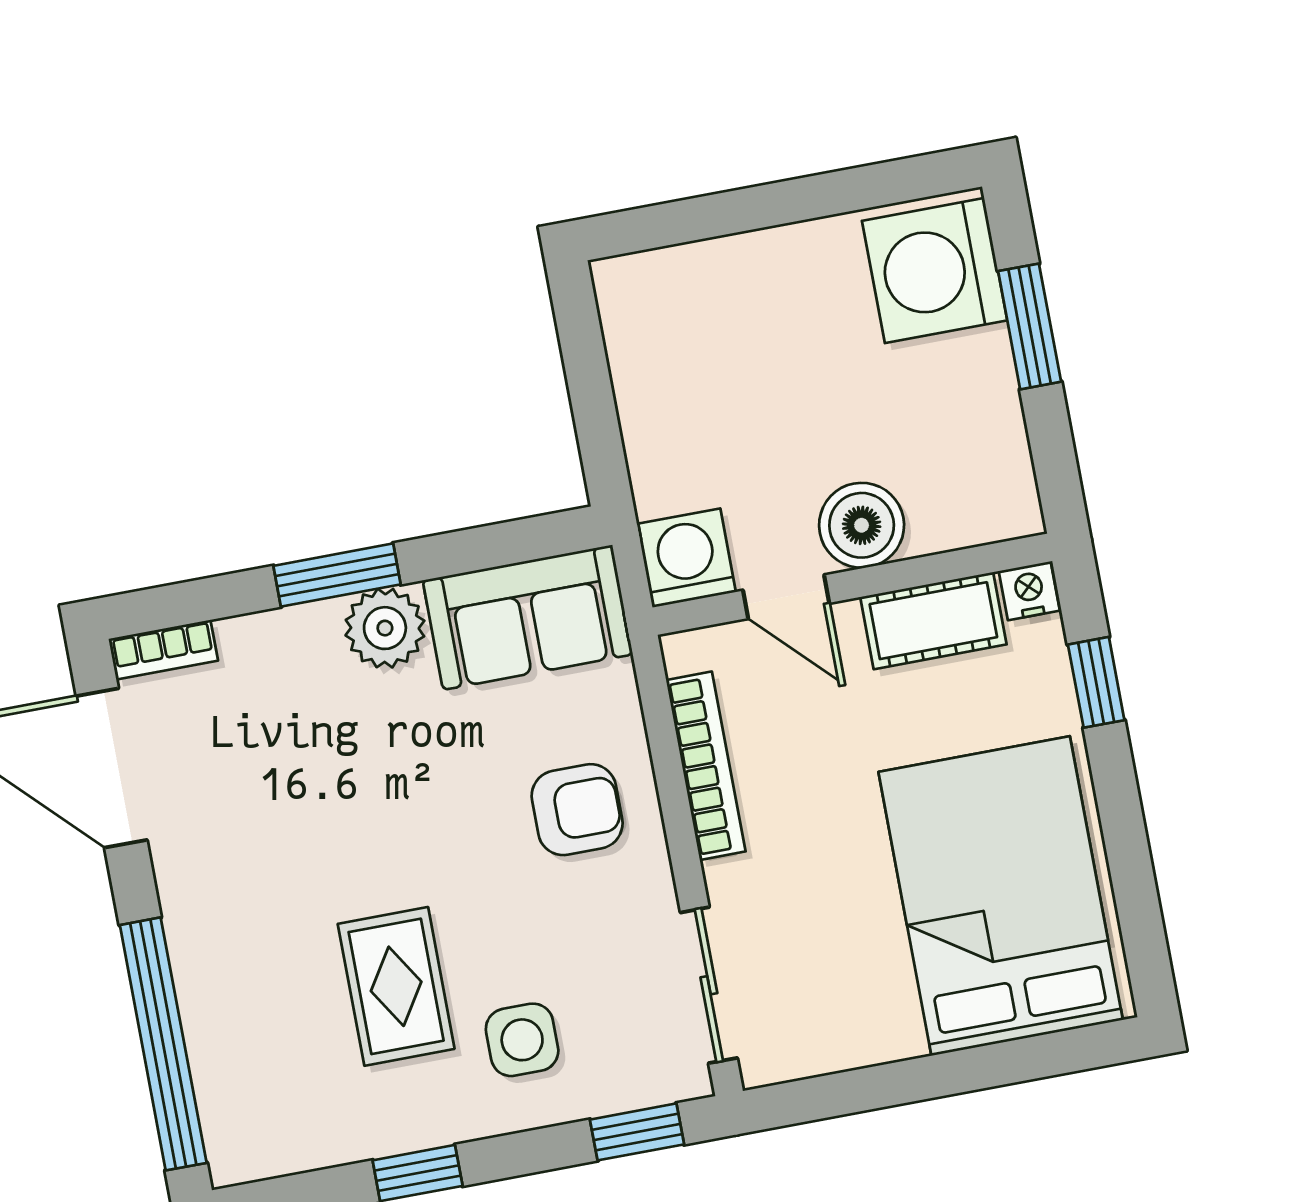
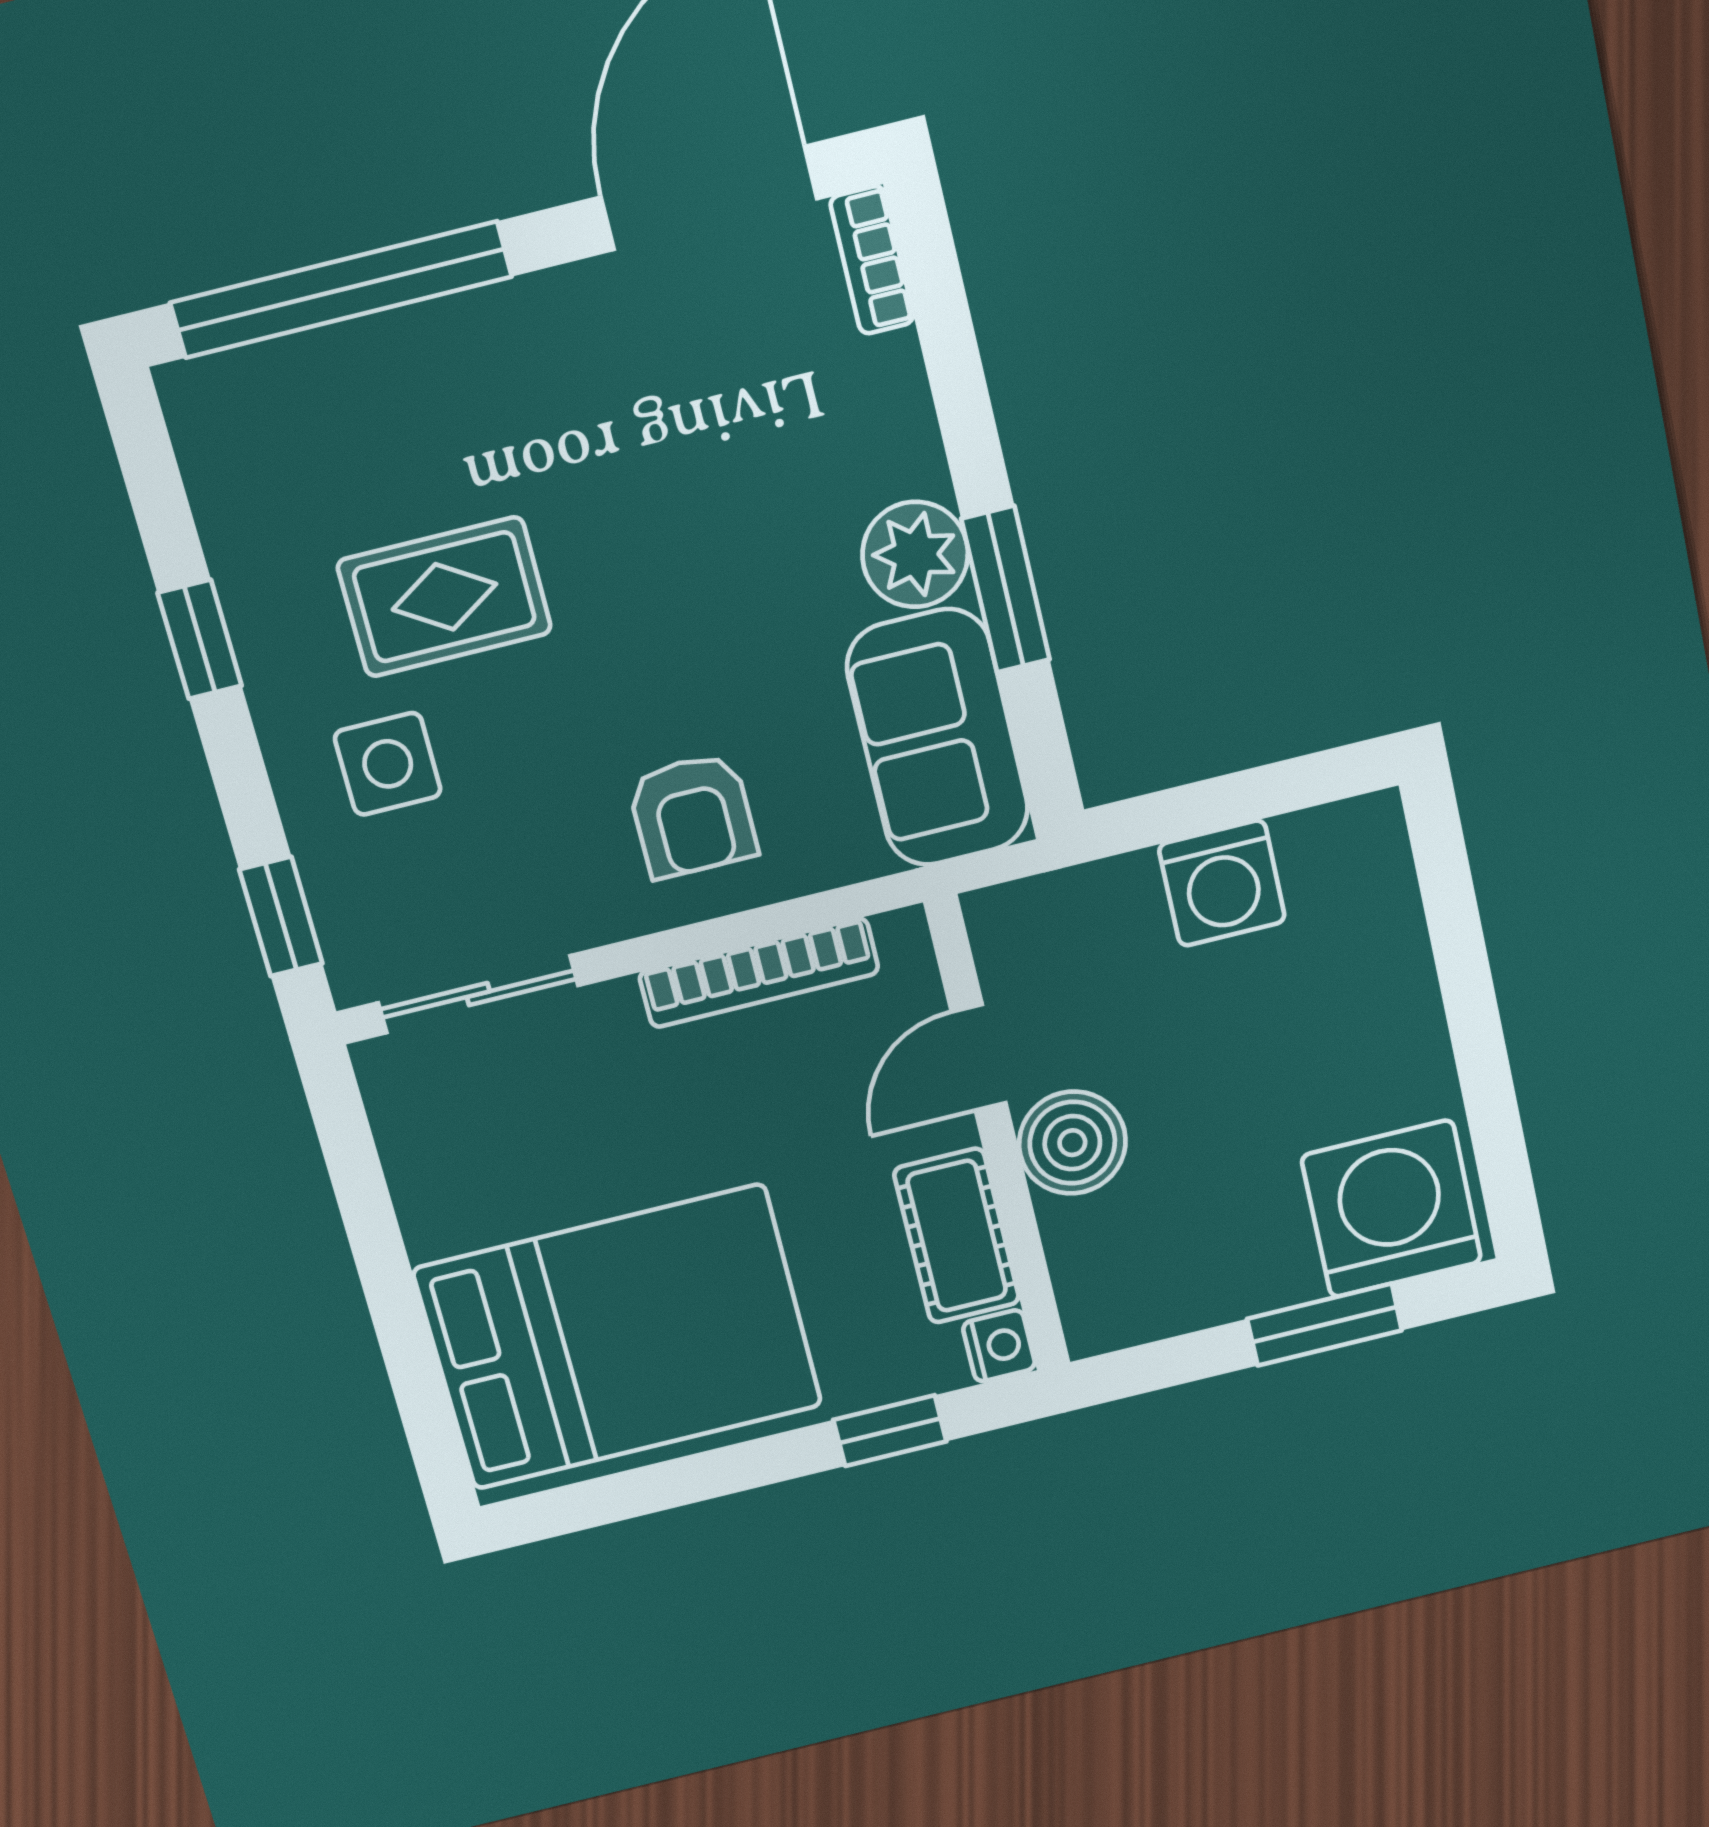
washing machine: (686, 558) -> (1222, 883), moved, turned 90
window: (337, 575) -> (1006, 589), moved

